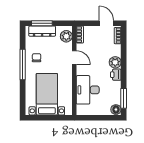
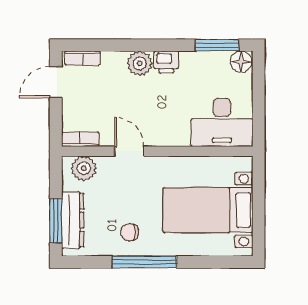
door: (74, 57) -> (129, 151), hinge flipped
desk: (88, 90) -> (222, 122), moved

